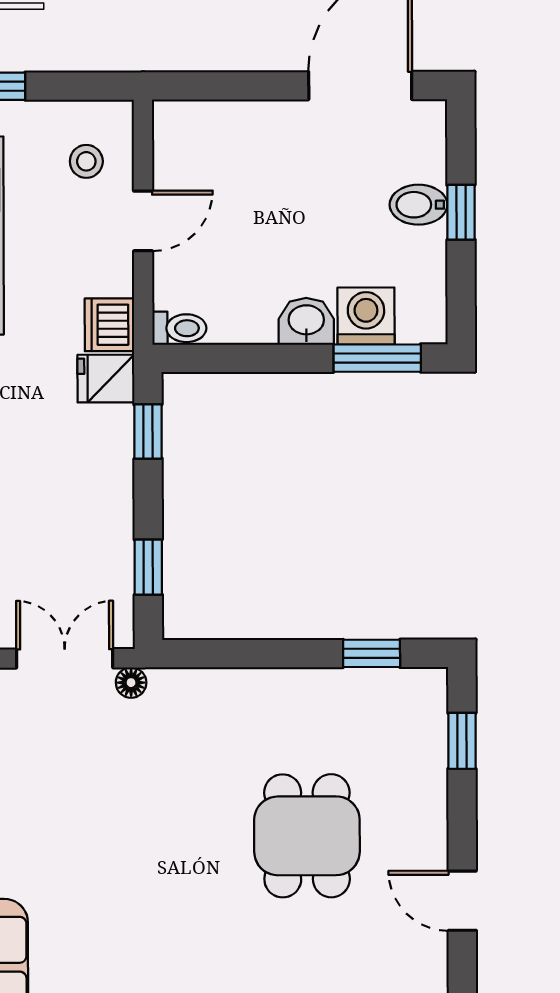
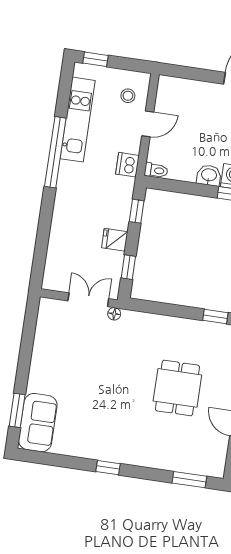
fridge: (106, 379) -> (115, 240), moved

